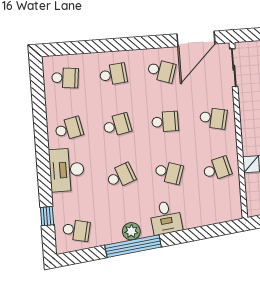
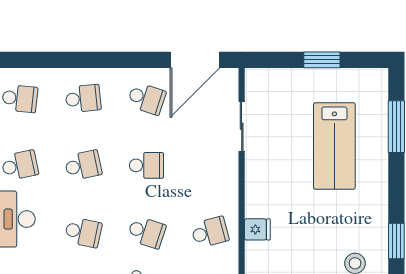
sliding door: (234, 68) -> (242, 126), moved
school desk: (213, 118) -> (210, 165), removed
school desk: (121, 176) -> (83, 232), turned 33

